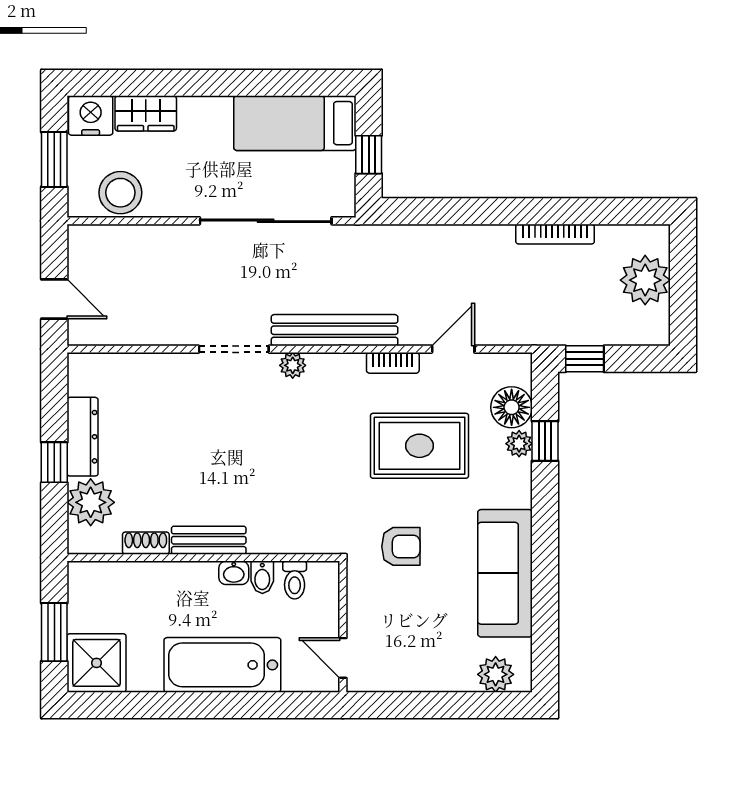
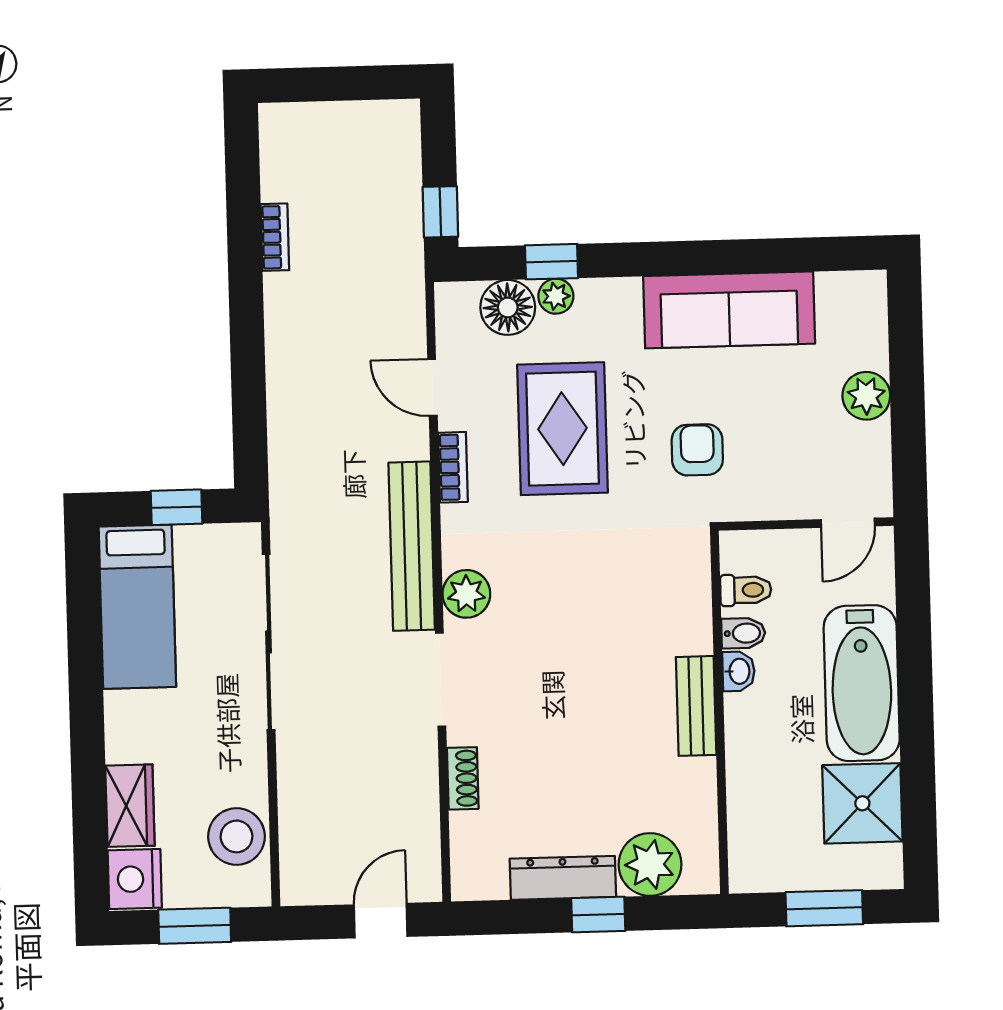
bookcase: (555, 234) -> (275, 237), width x0.64
plant: (645, 280) -> (333, 134), removed
plant: (293, 365) -> (466, 594), width x1.38, depth x1.38
shoe rack: (146, 543) -> (463, 778), moved, turned 180
shower: (96, 663) -> (862, 803), moved
plant: (496, 674) -> (866, 396), moved

